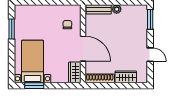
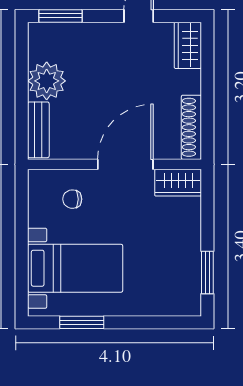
plant: (117, 9) -> (47, 81), width x1.88, depth x1.88
bed with nightstands: (33, 62) -> (75, 268), moved, turned 180
wardrobe: (126, 77) -> (188, 45), moved

